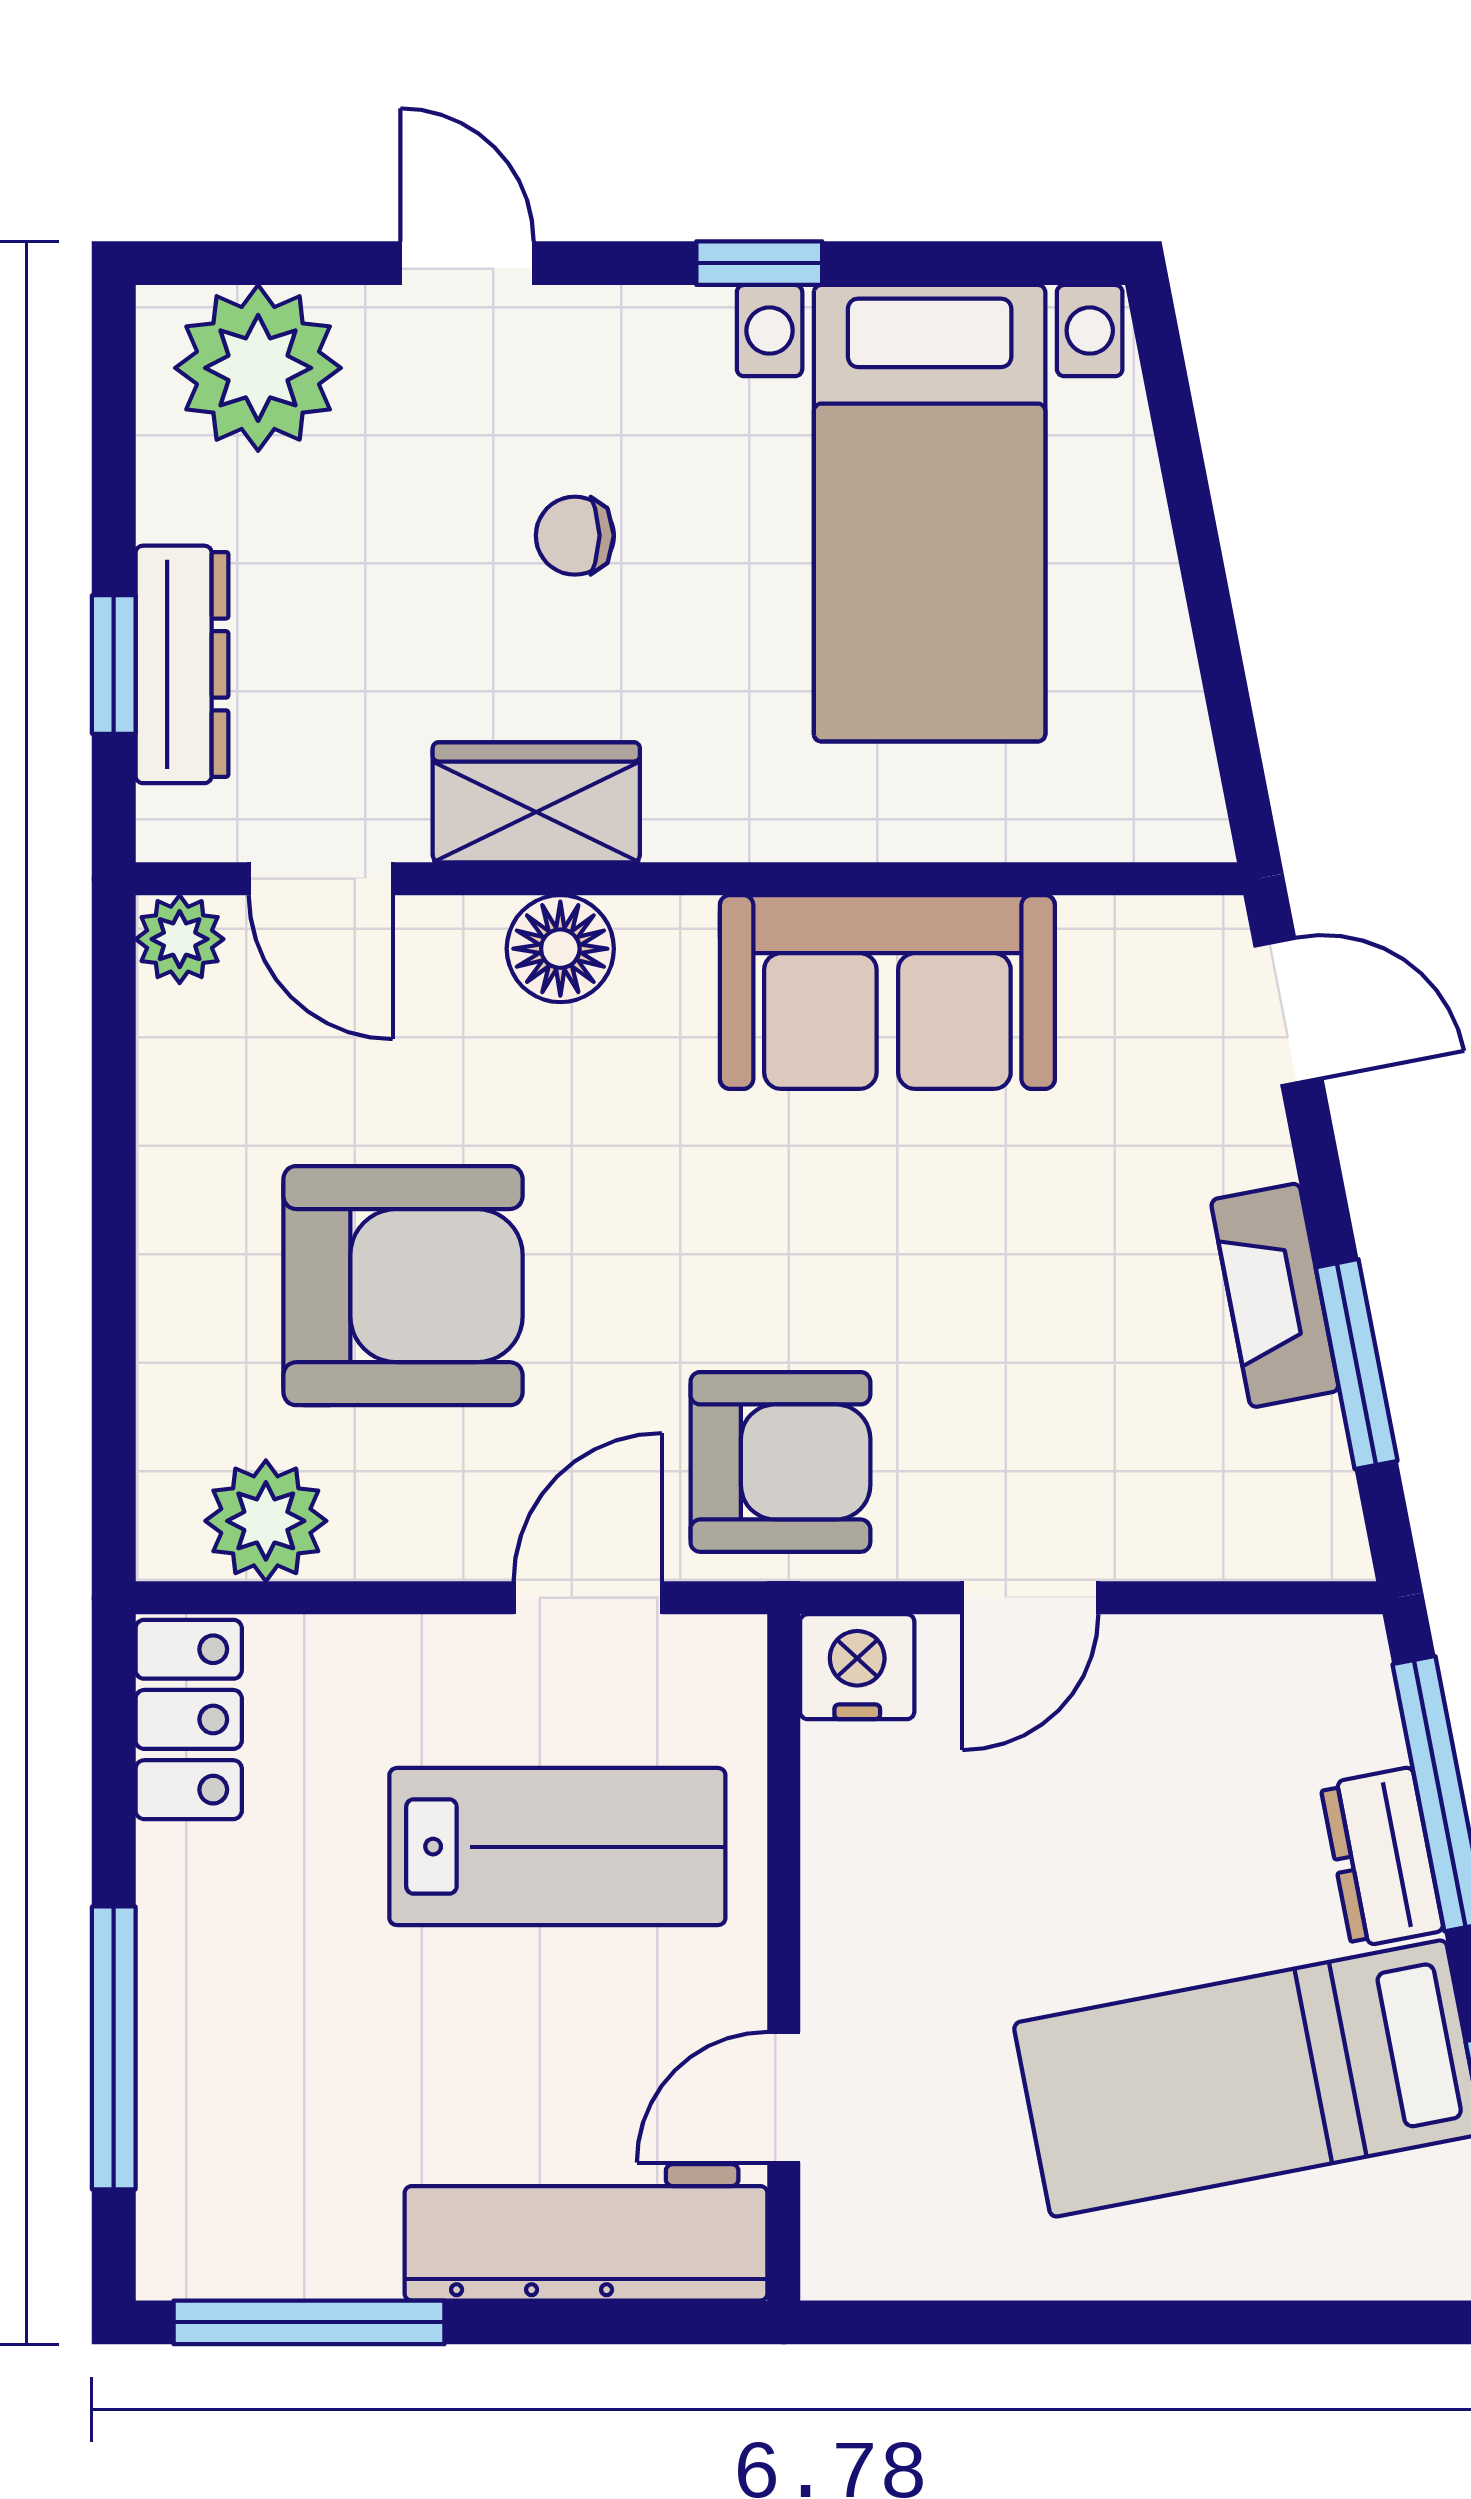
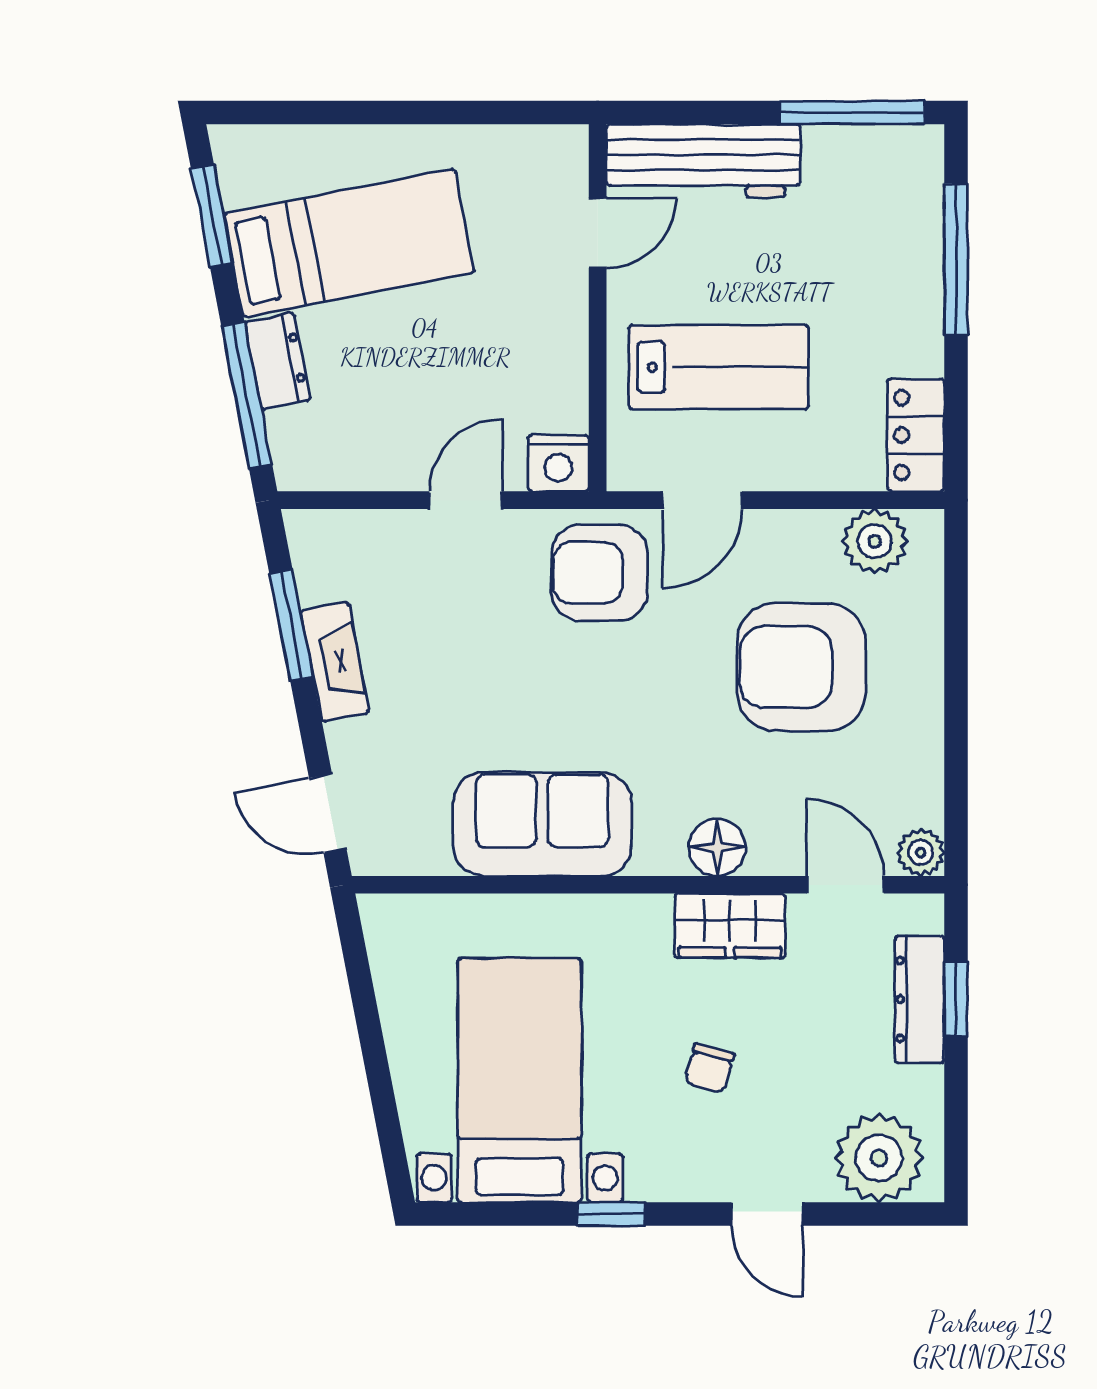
chair: (575, 536) -> (709, 1068), turned 105
lab bench: (557, 1847) -> (719, 367), turned 180

